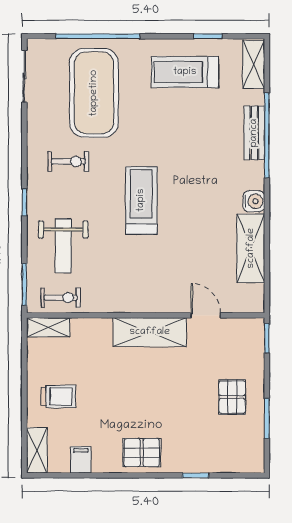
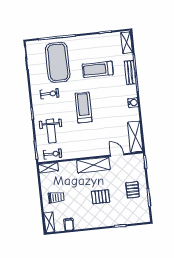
treadmill: (185, 72) -> (98, 69), moved
shelving: (251, 248) -> (135, 137), moved
pallet: (142, 453) -> (101, 197), moved

